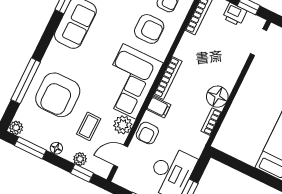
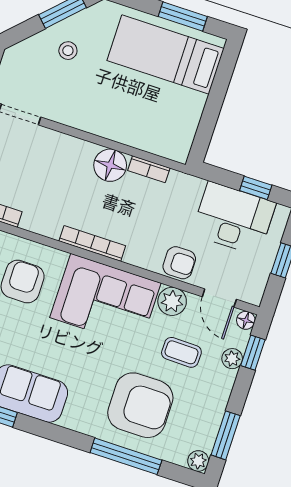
filing cabinet: (159, 107) -> (138, 251), removed
floor lamp: (56, 148) -> (246, 320), moved

